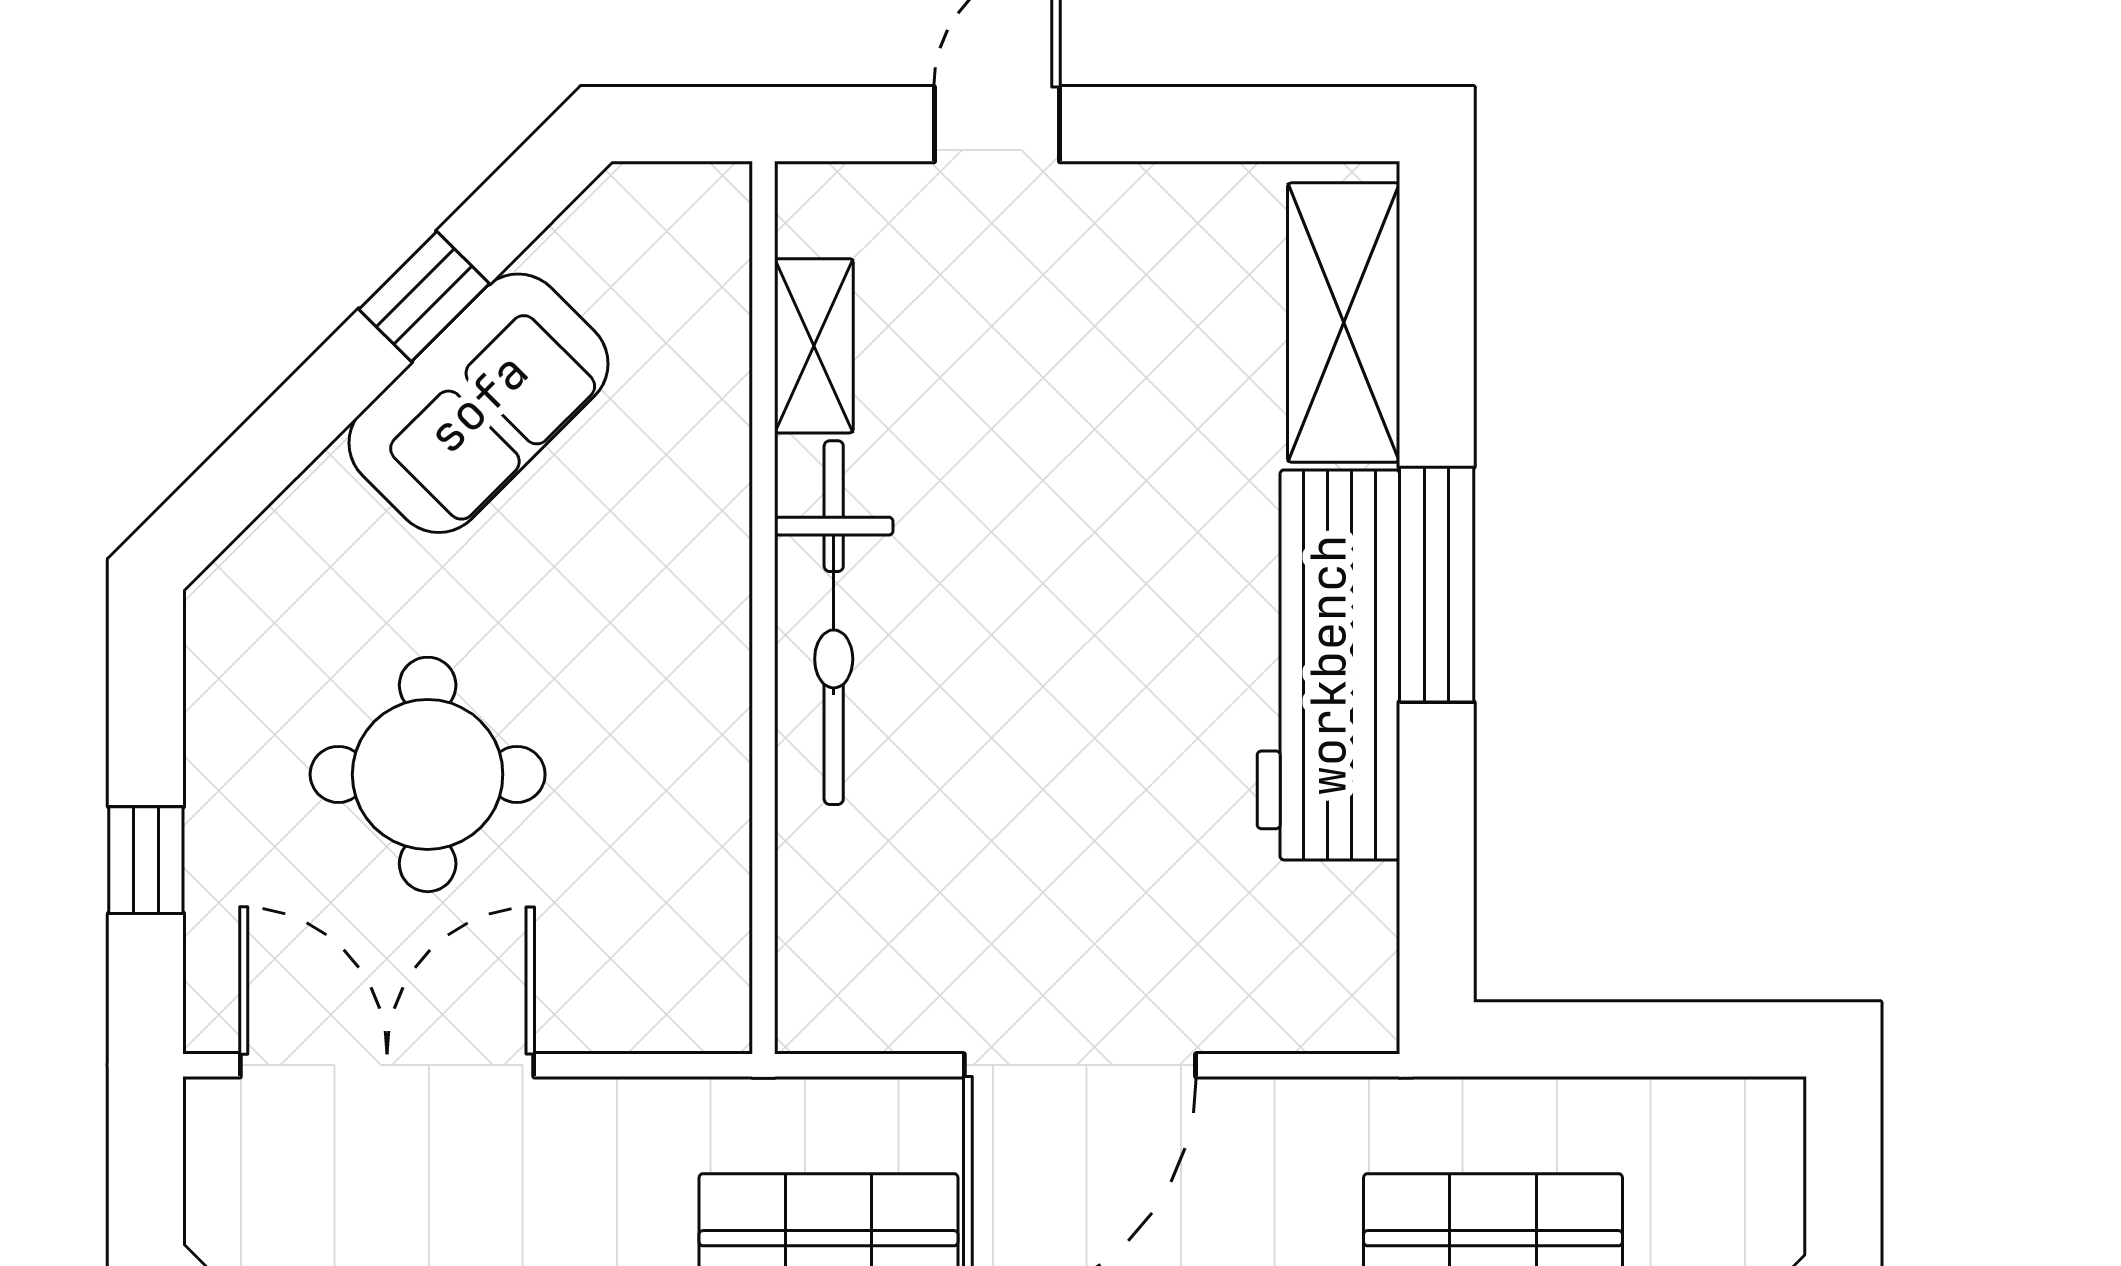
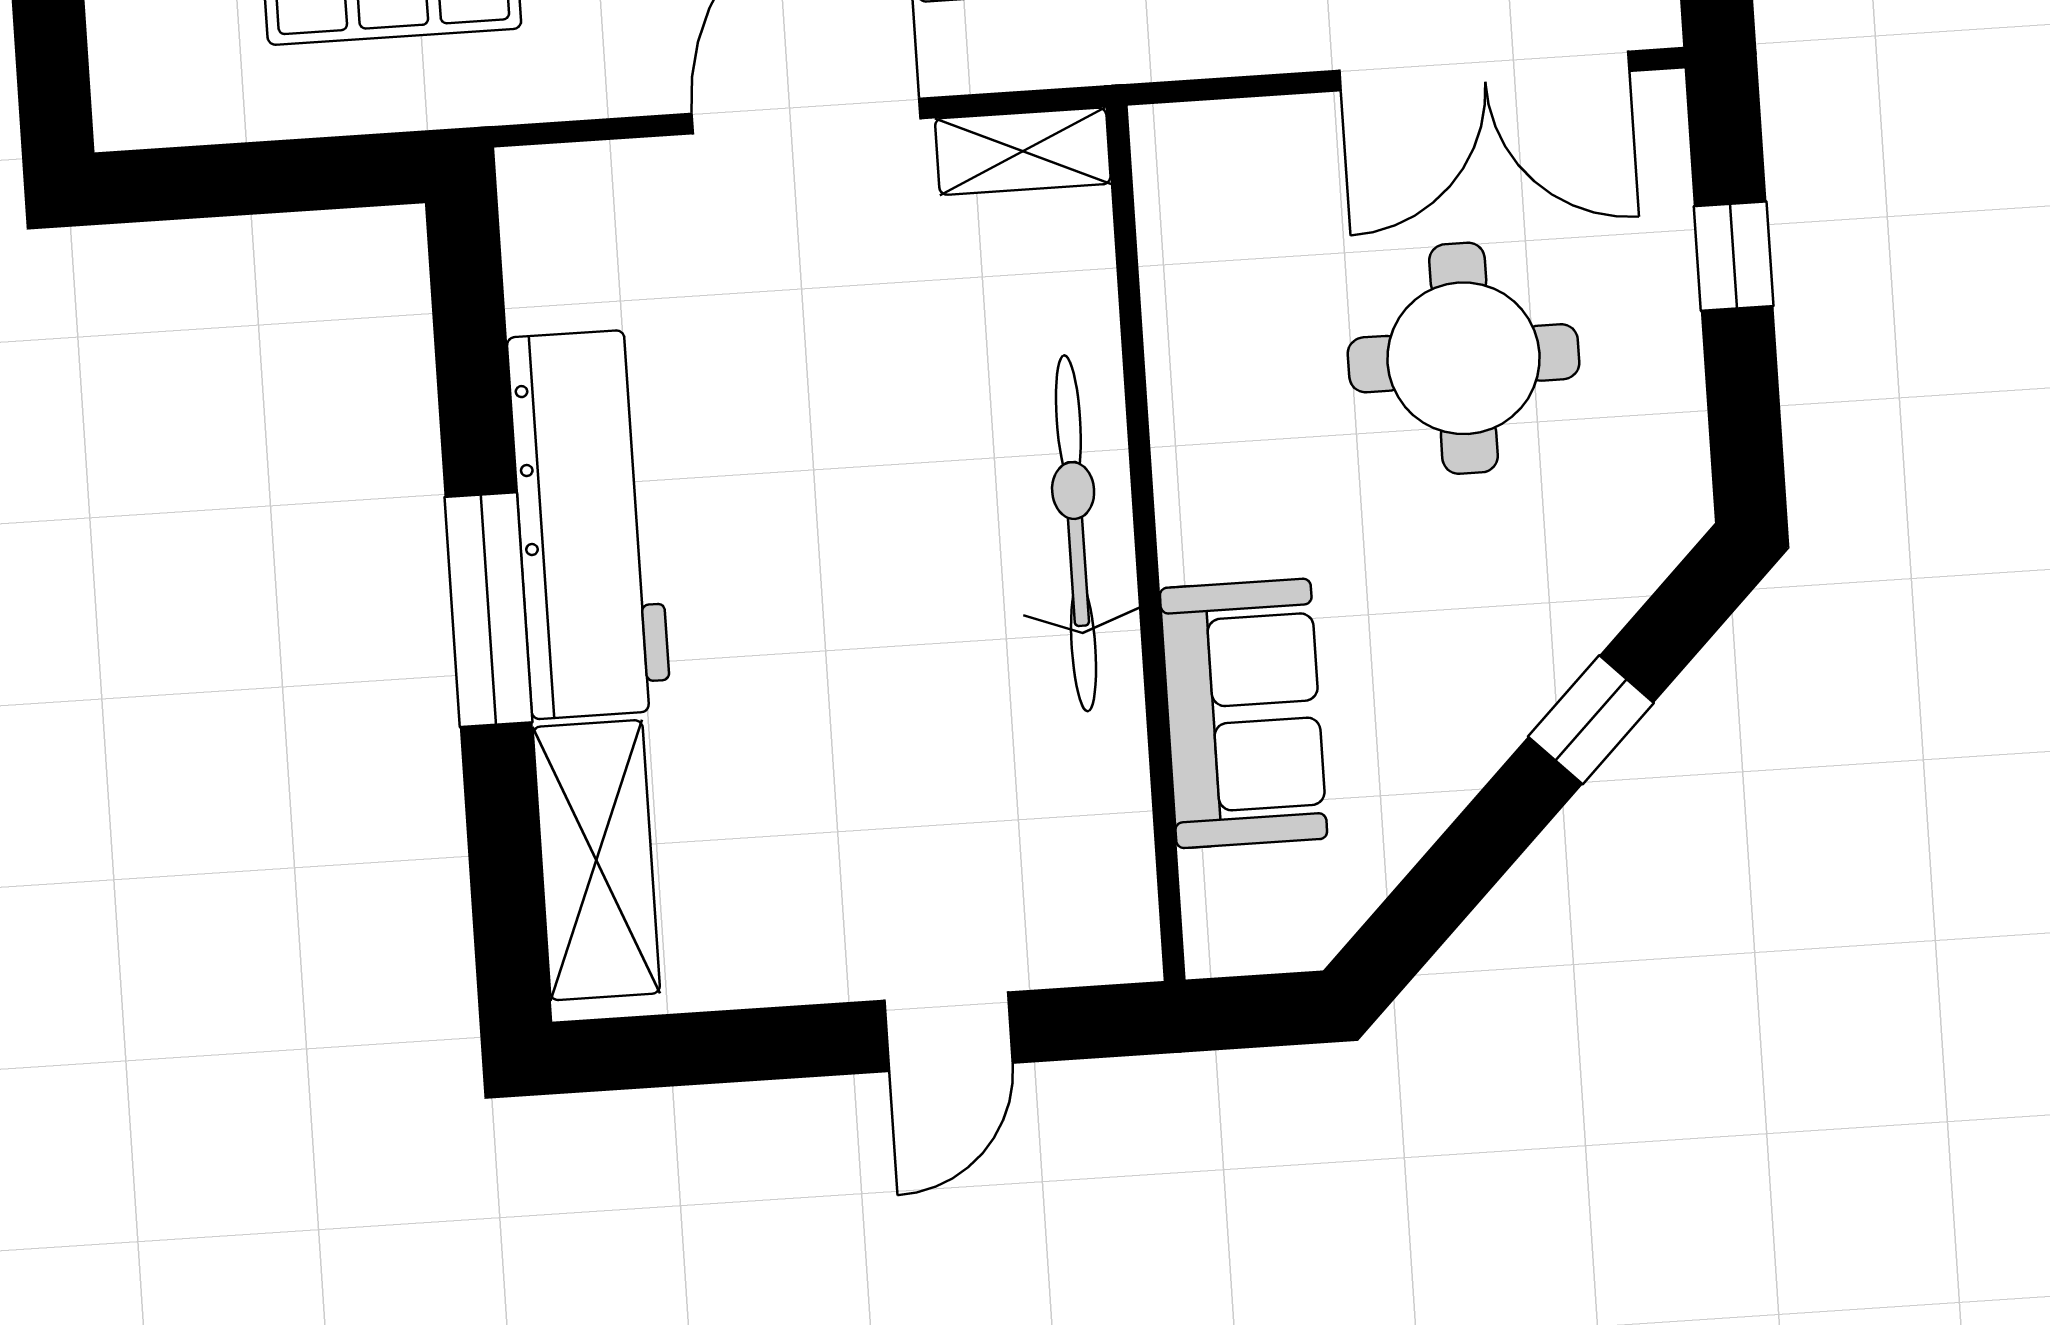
window: (424, 296) -> (1591, 720), moved
shelving: (814, 346) -> (1023, 151), moved, turned 90
sofa: (478, 403) -> (1243, 713), moved, turned 135

